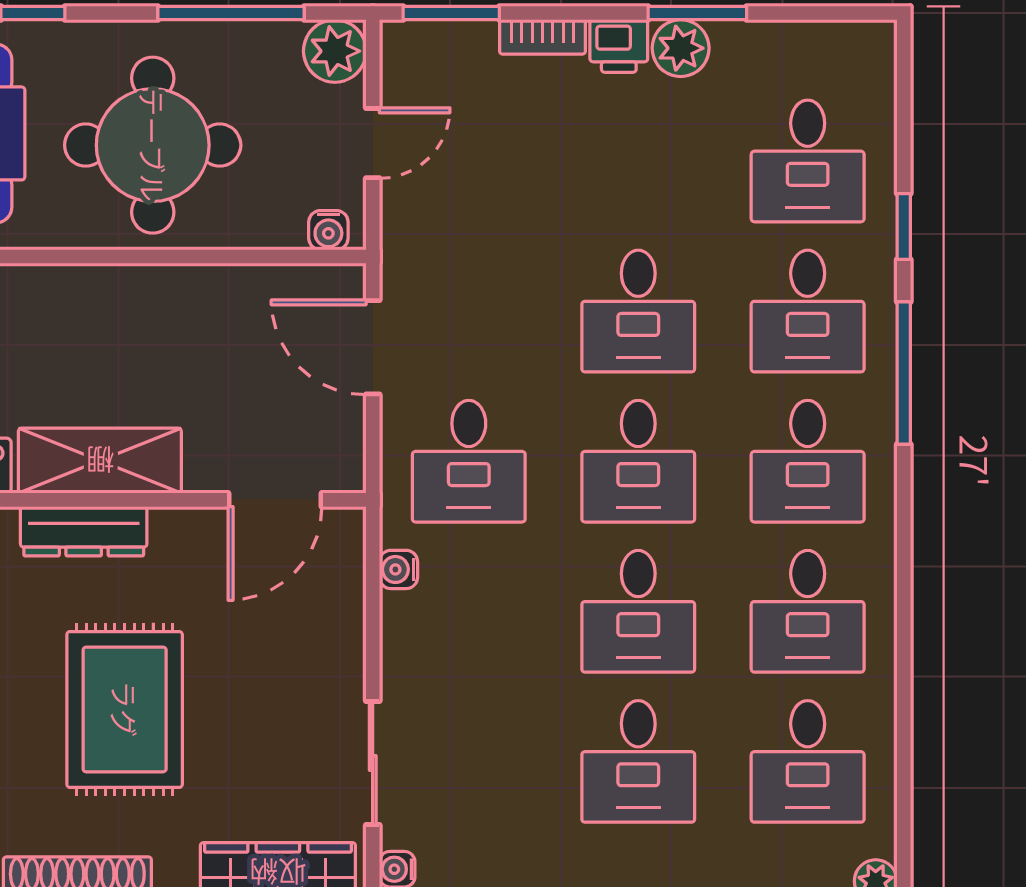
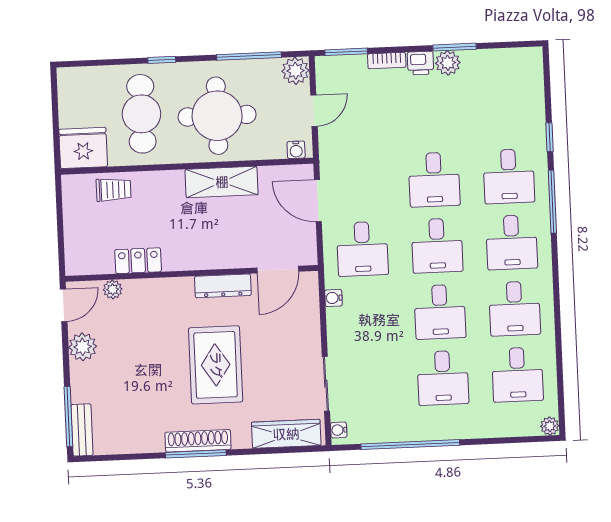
desk: (808, 161) -> (506, 110), removed
shelving: (100, 461) -> (222, 182), moved
dresser: (84, 531) -> (223, 286), moved

